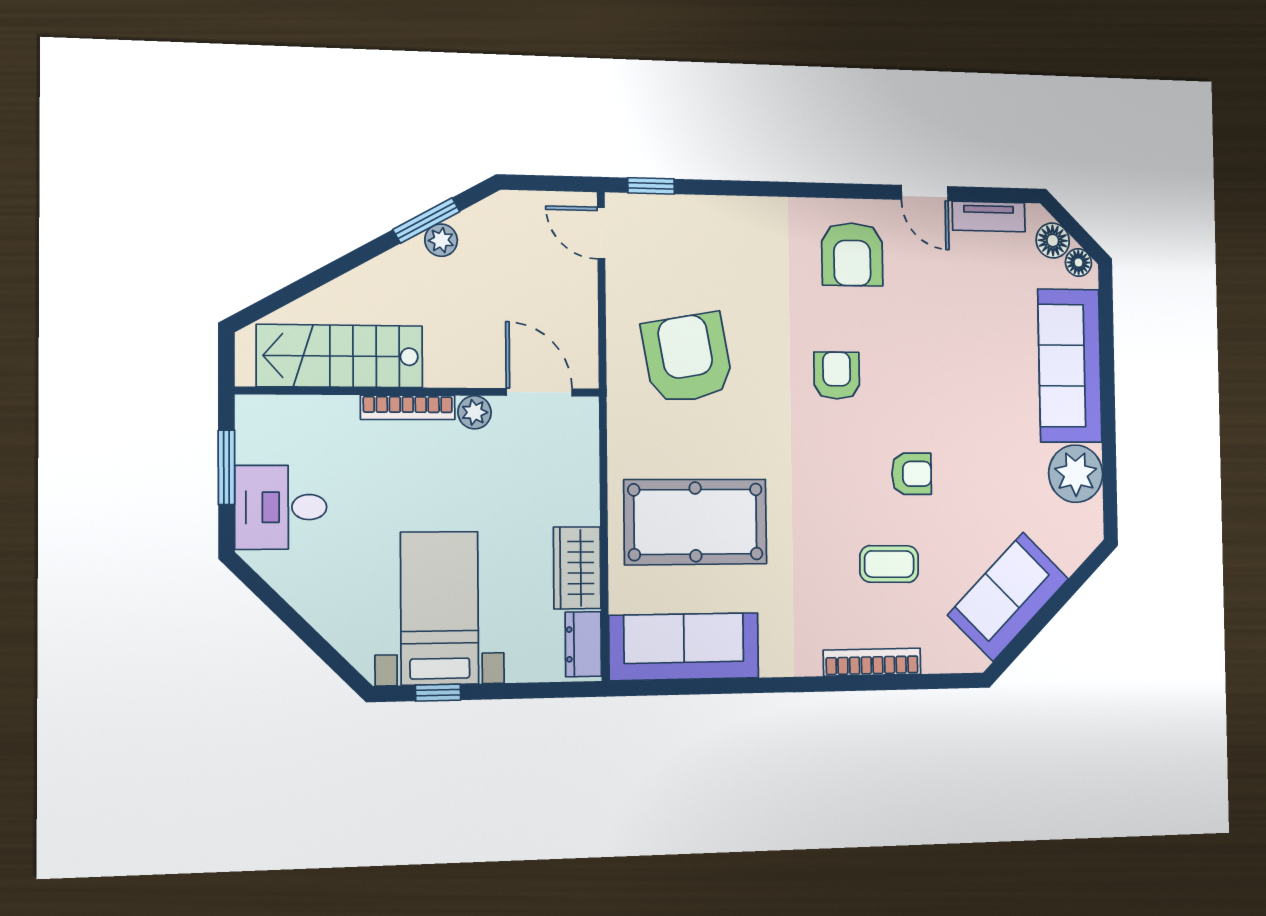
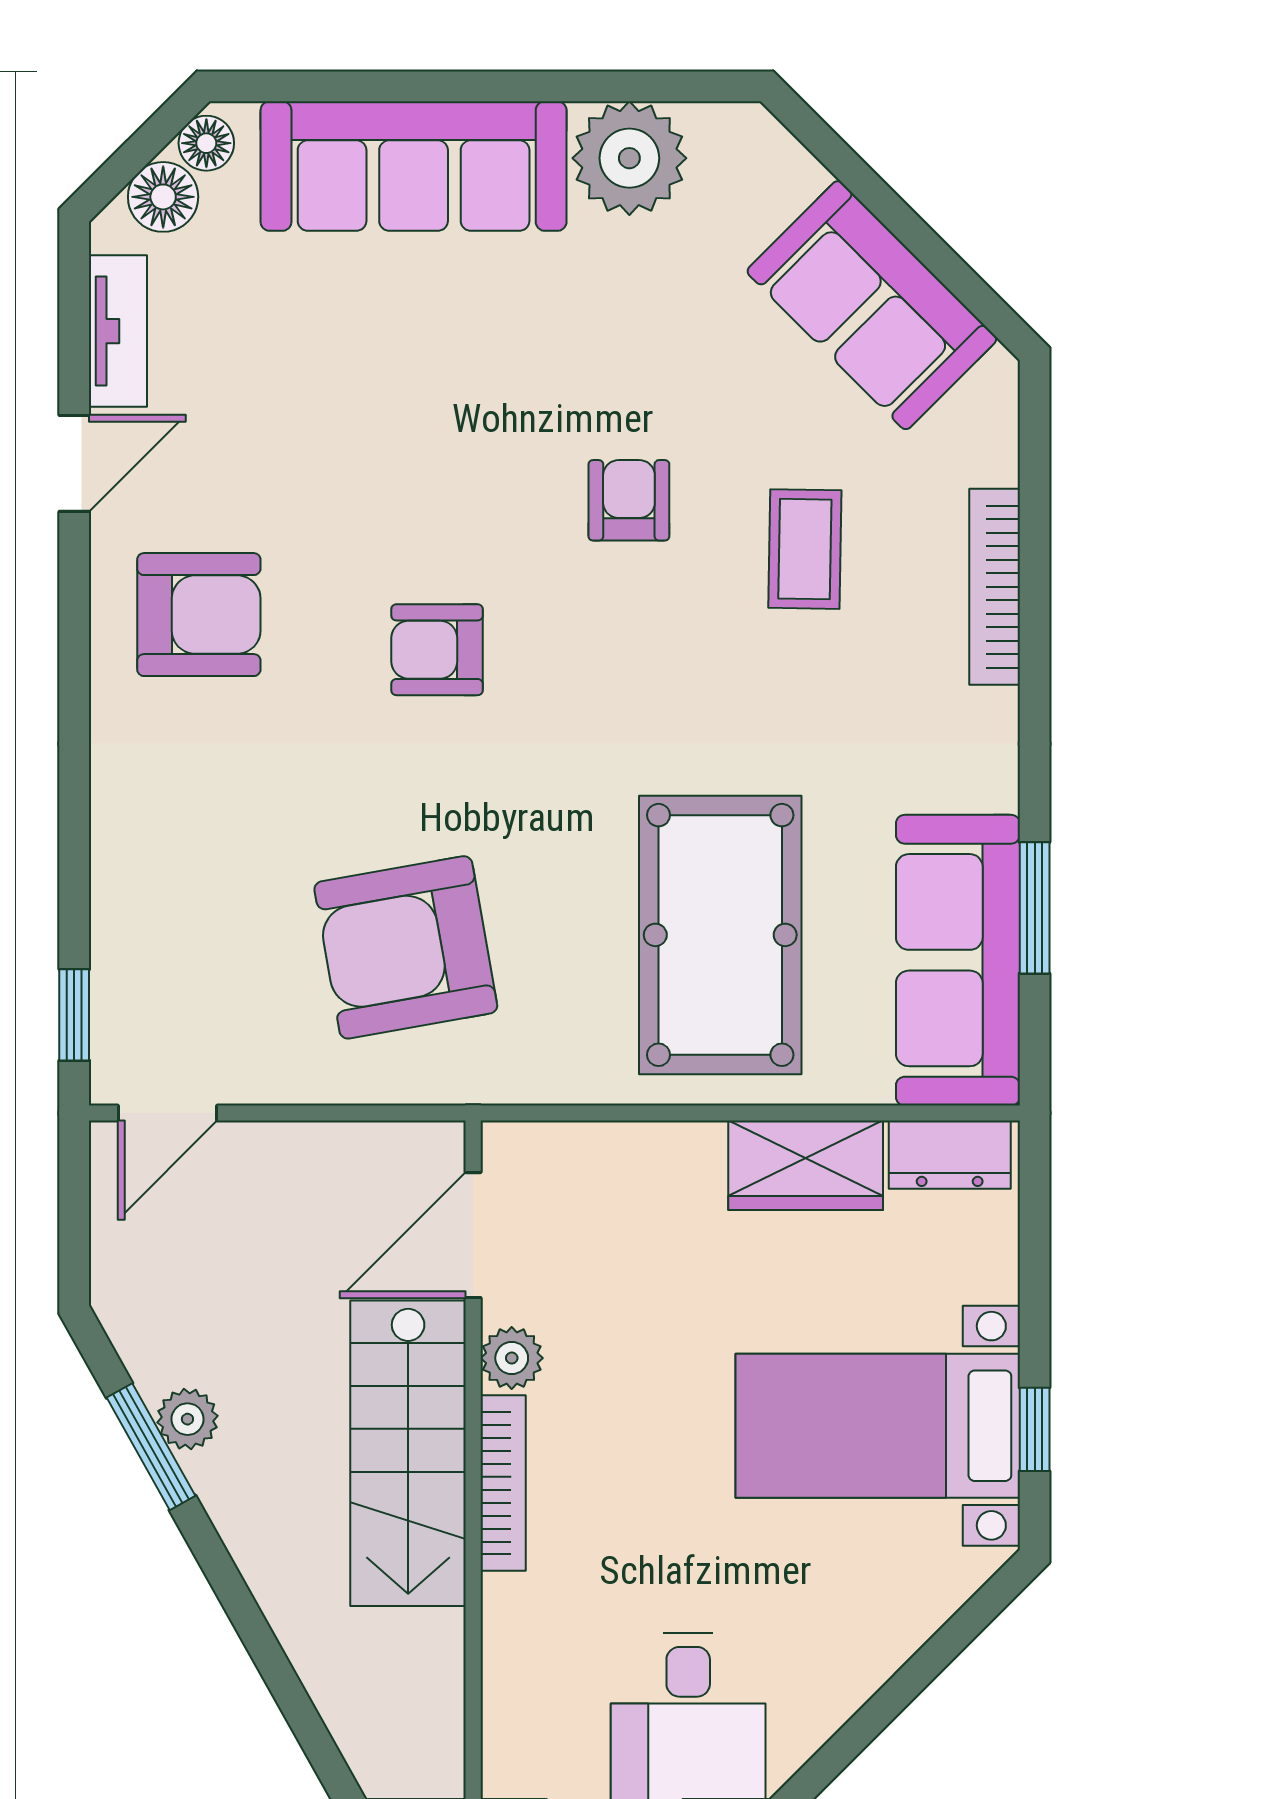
stairs: (340, 356) -> (408, 1453), moved
window: (711, 686) -> (1035, 908), added

